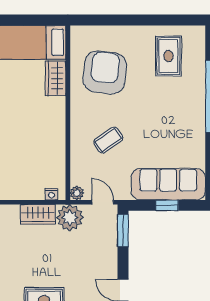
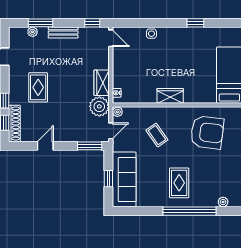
plant: (198, 51) -> (223, 202), added
rug: (168, 56) -> (179, 183), moved, turned 90
wardrobe: (56, 78) -> (170, 96), moved

